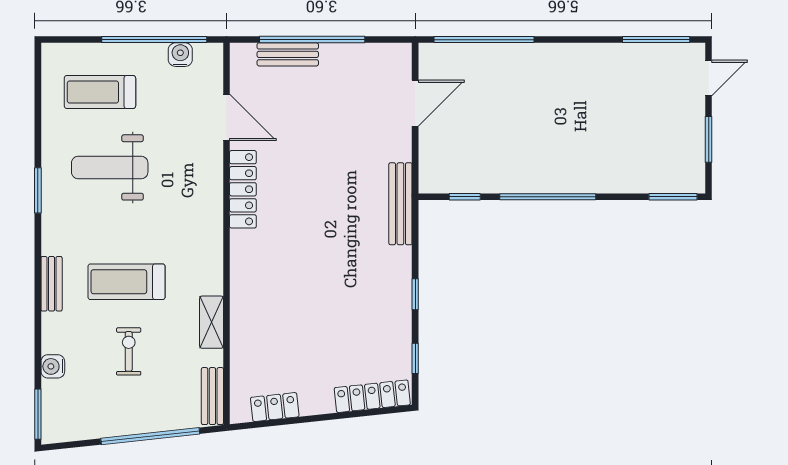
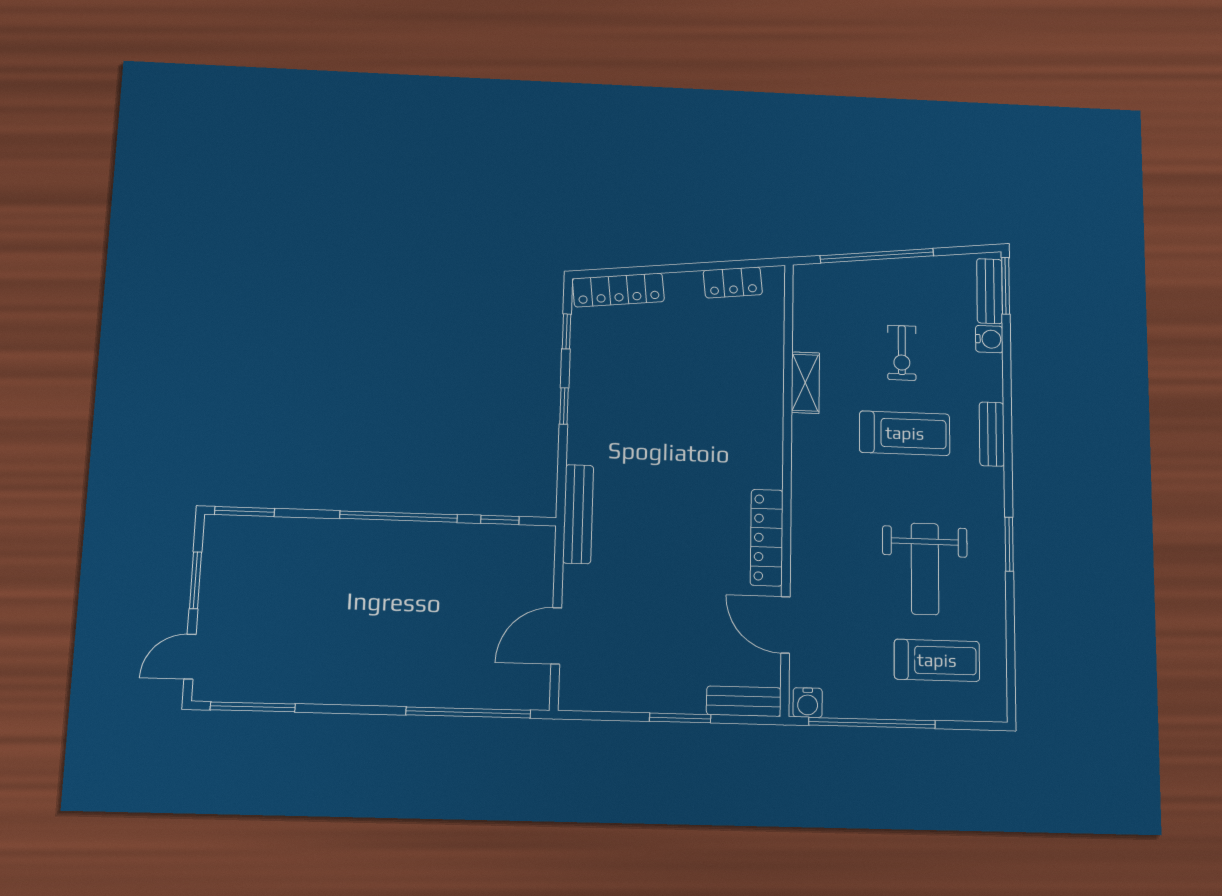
window: (312, 40) -> (680, 718), width x0.47
bench: (288, 54) -> (744, 701), moved
water cooler: (180, 55) -> (808, 703), moved
weight bench: (110, 167) -> (925, 569), turned 90
bench: (212, 396) -> (990, 291), moved

